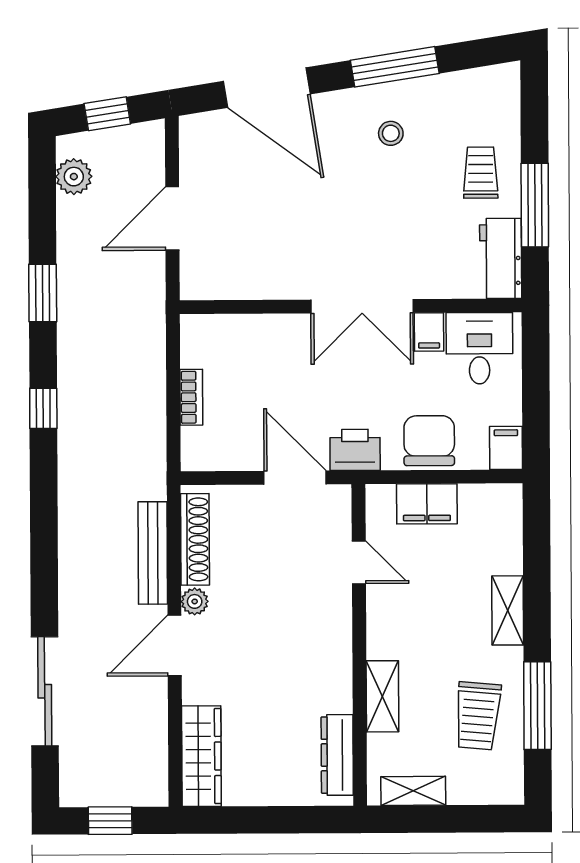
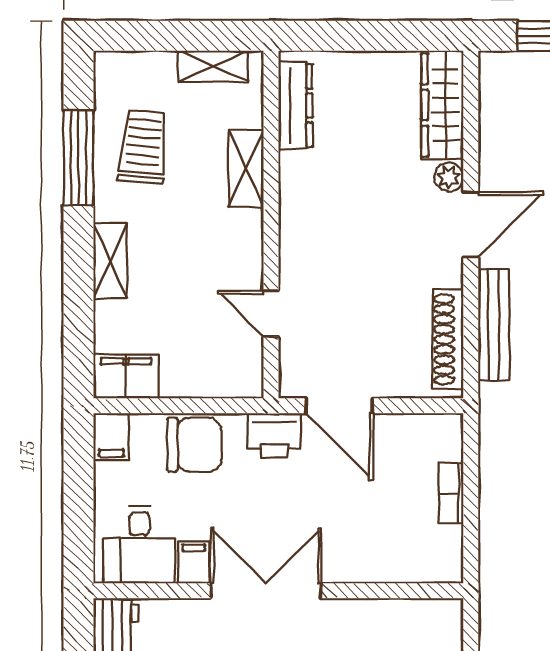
chair: (429, 441) -> (194, 445), turned -90
filing cabinet: (427, 504) -> (126, 377), moved
plant: (195, 601) -> (449, 177), moved

